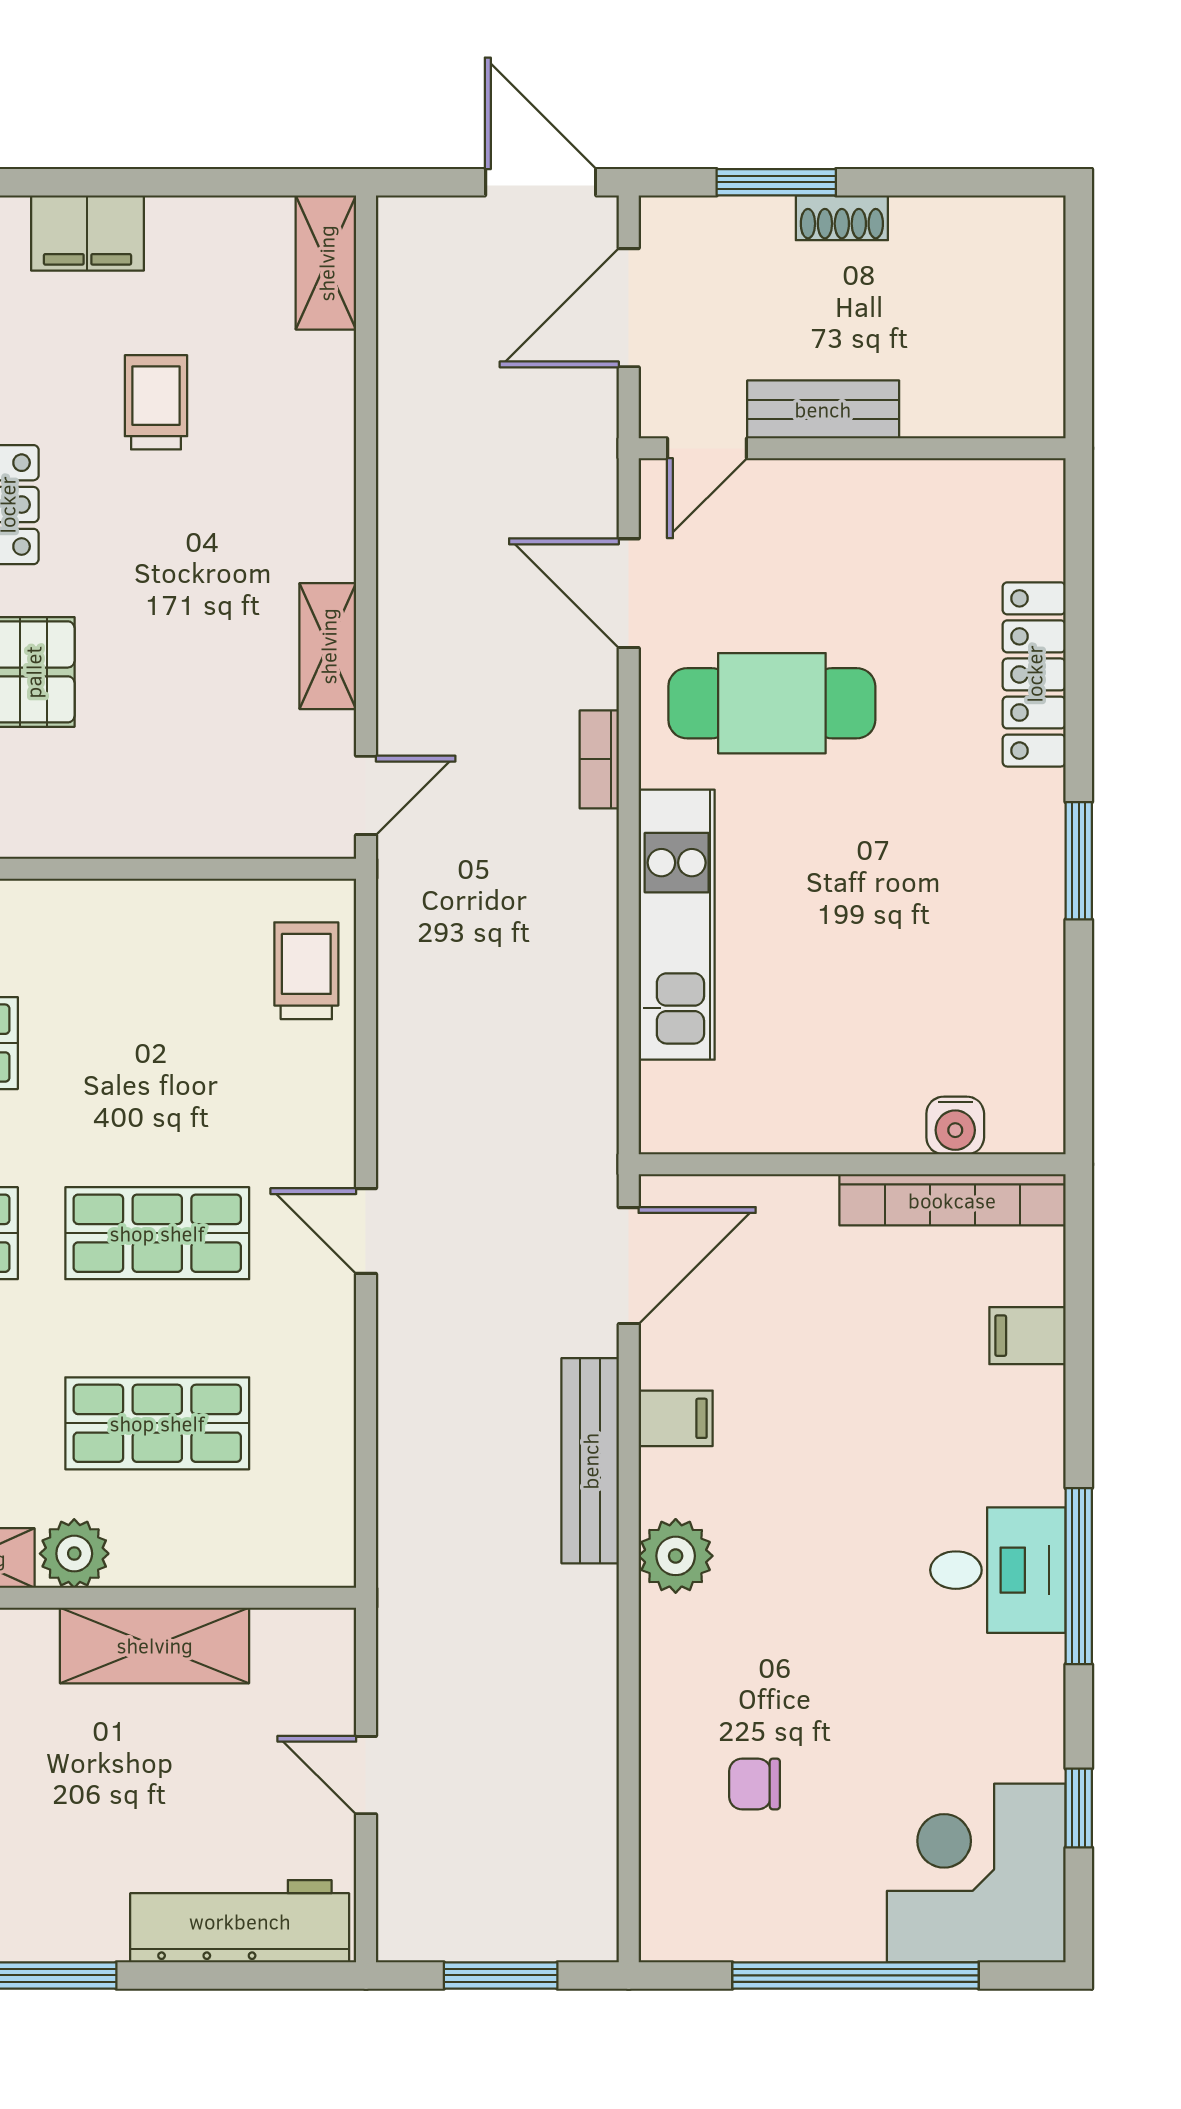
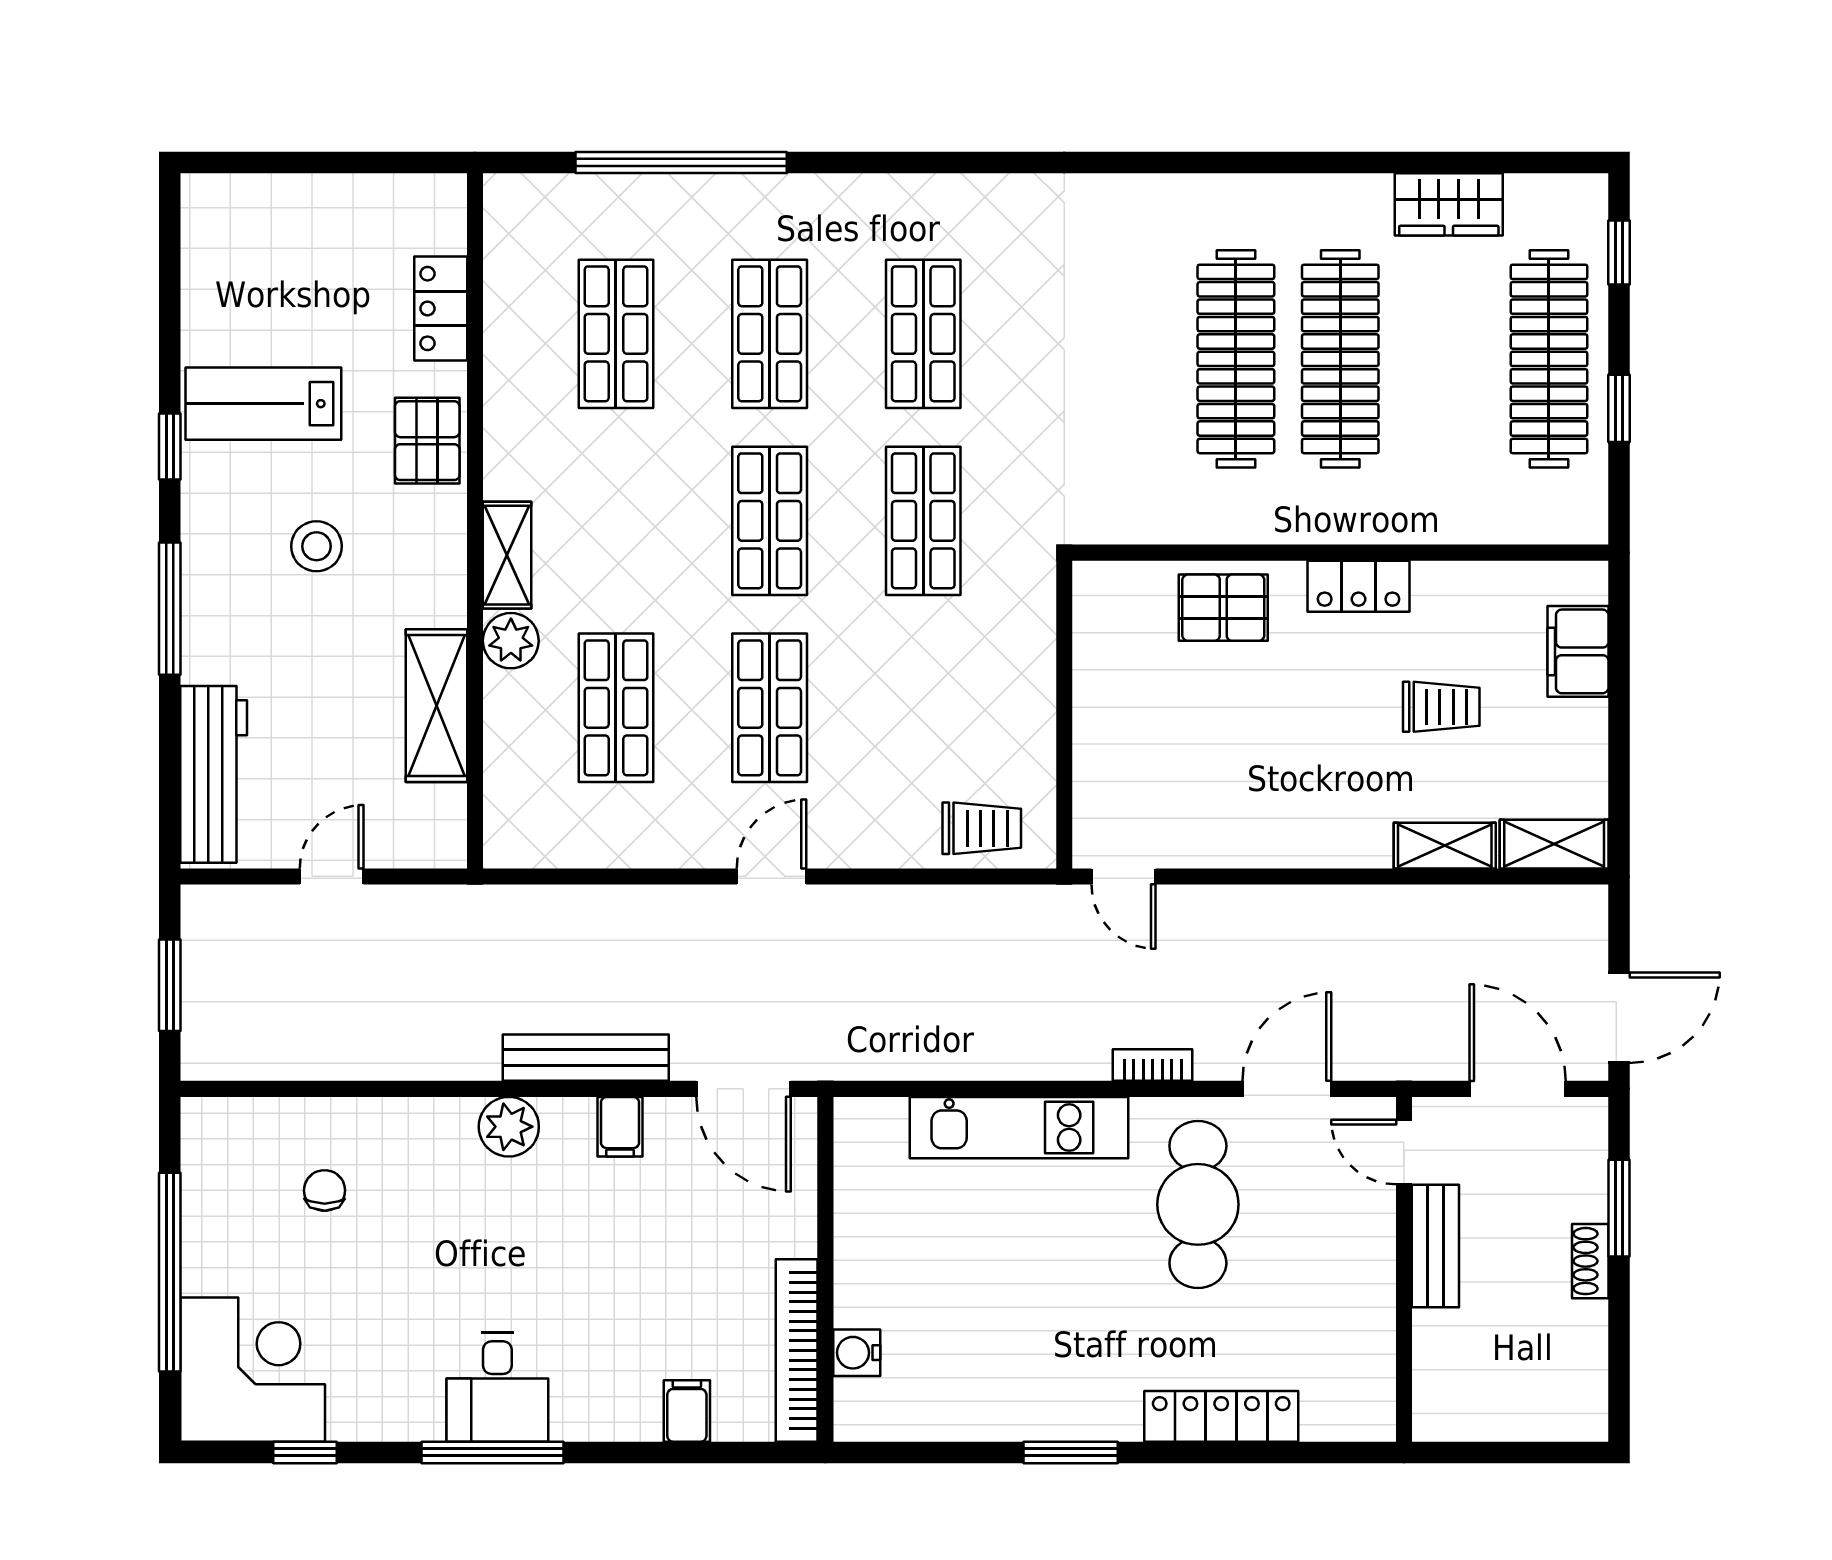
shelving: (328, 646) -> (1445, 846), moved

